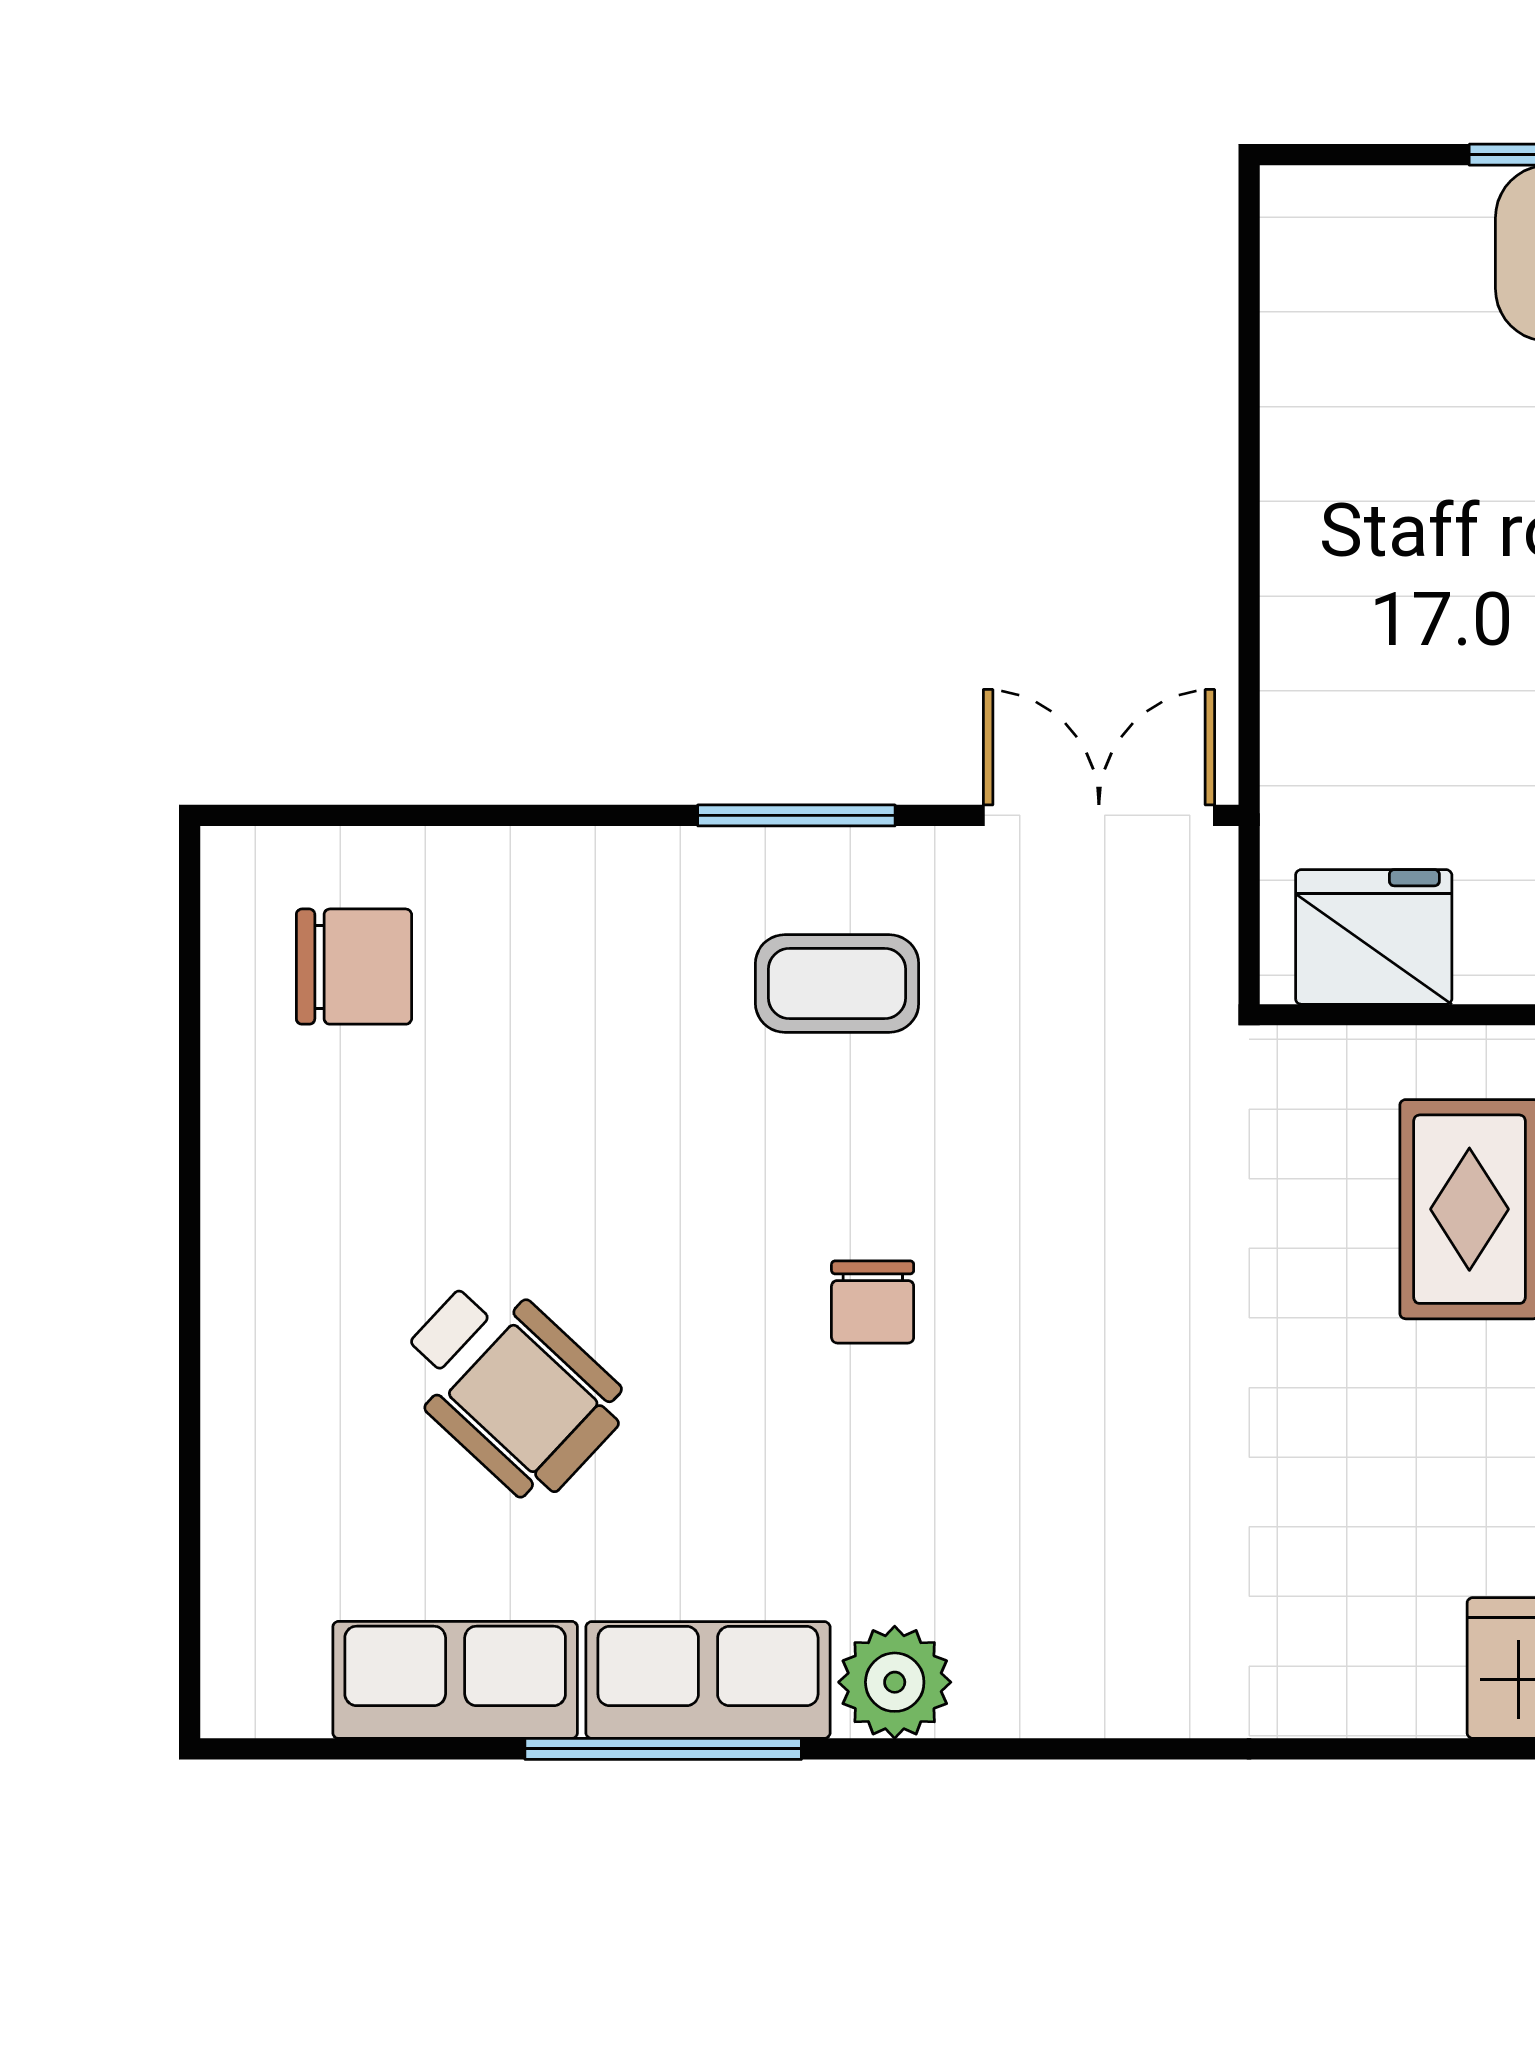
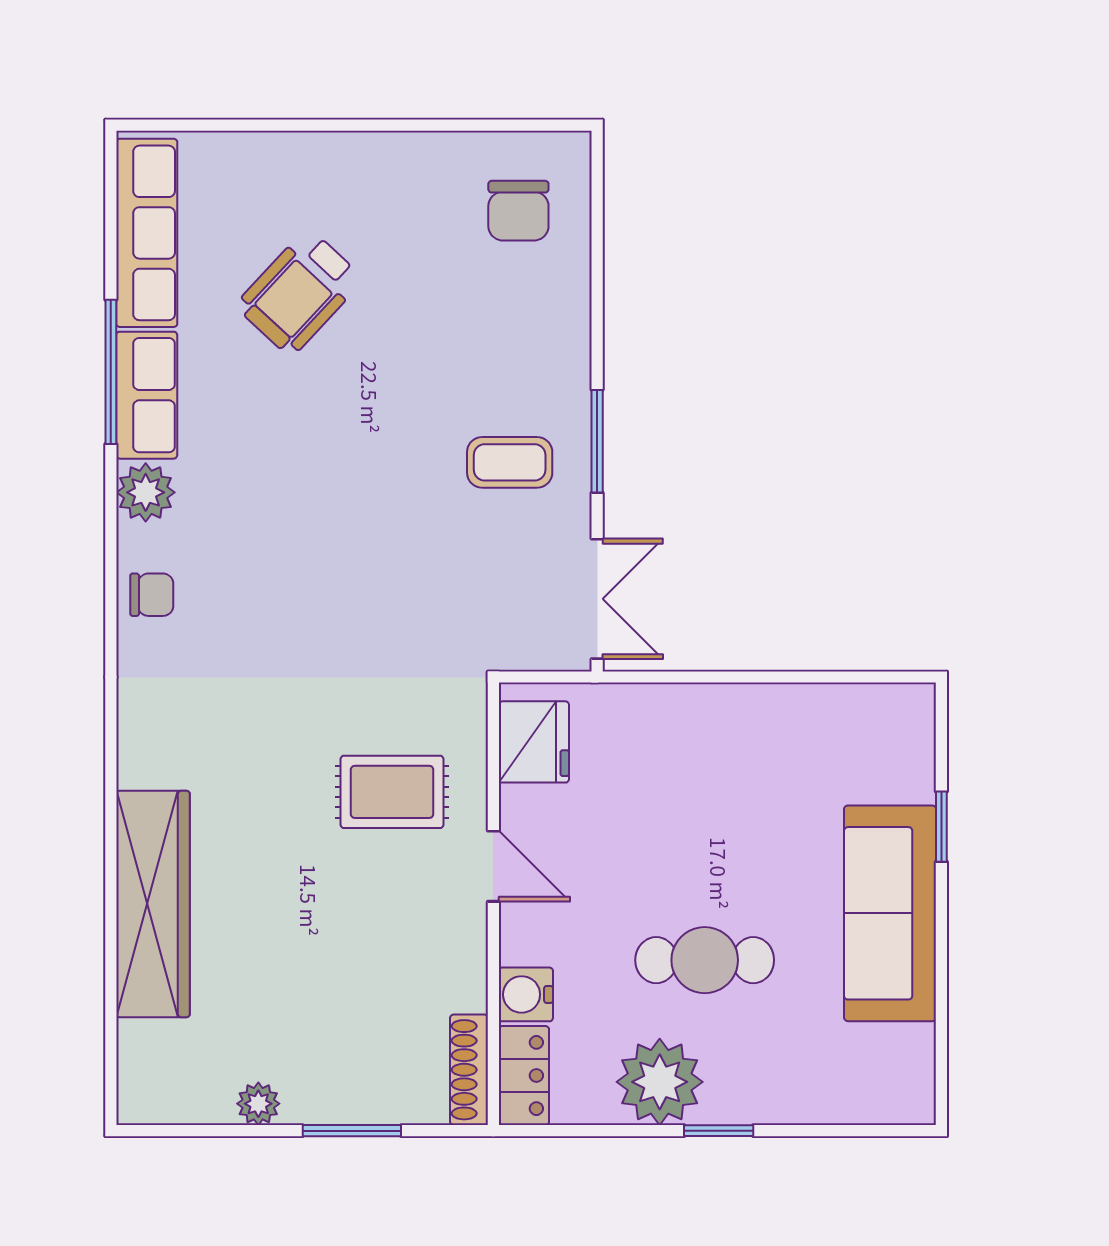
coffee table: (837, 983) -> (510, 462), turned 90
chair: (873, 1302) -> (152, 595), moved, turned 180
row of seats: (455, 1680) -> (147, 233), width x1.48

